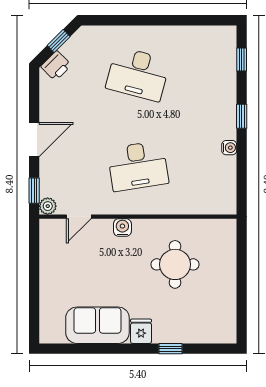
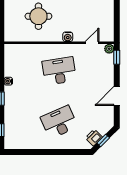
printer: (56, 66) -> (94, 138), moved
desk: (138, 74) -> (59, 122), turned -39
door: (34, 140) -> (117, 96), moved

